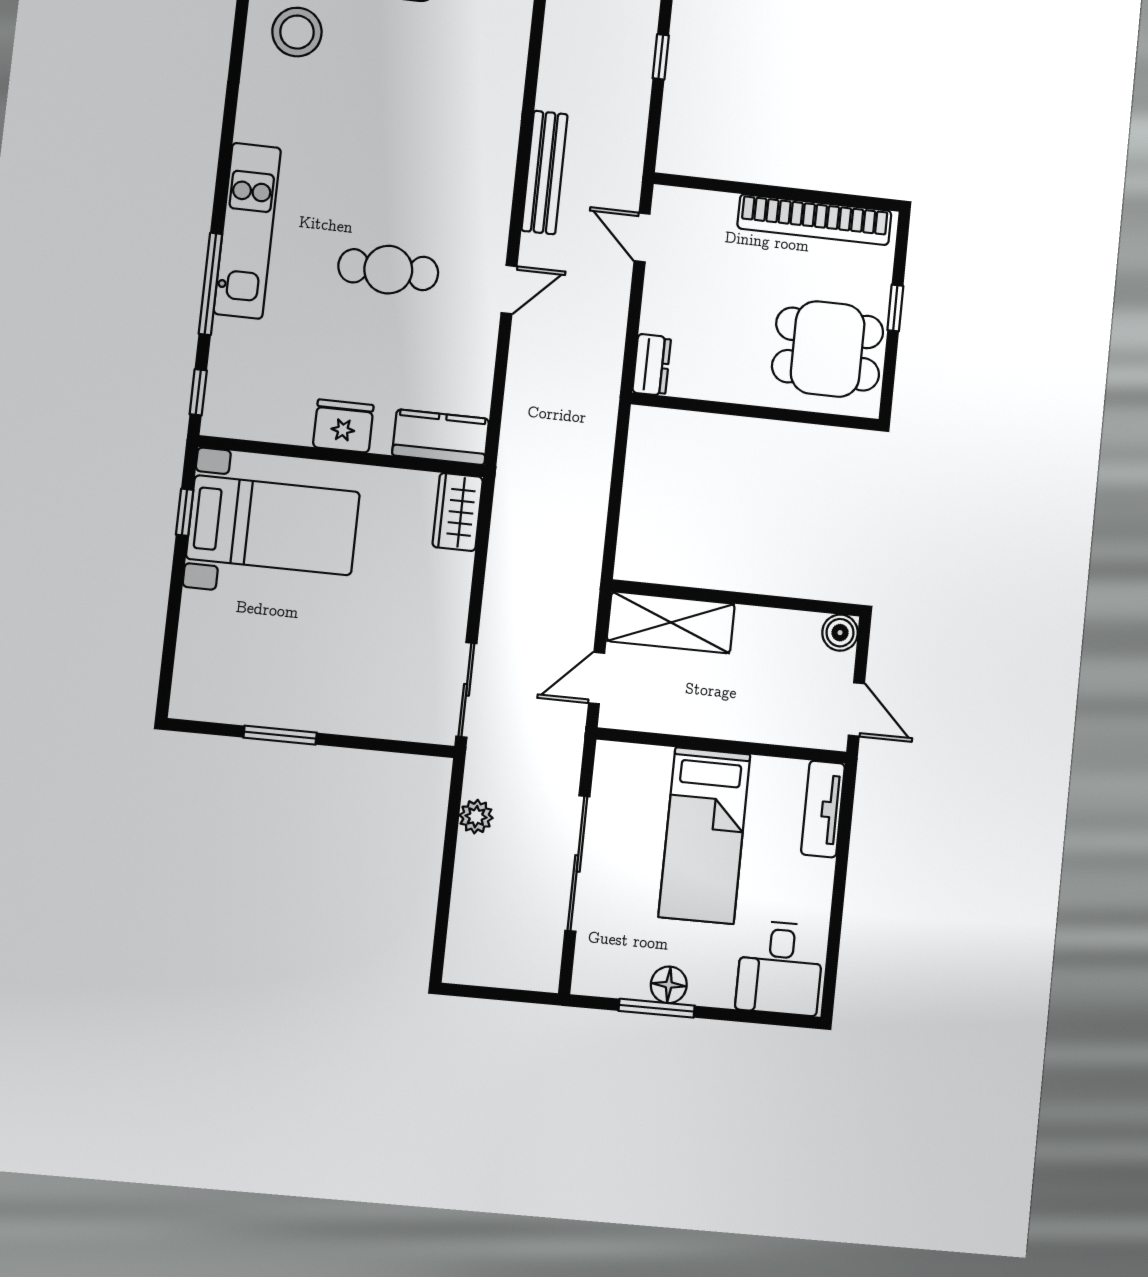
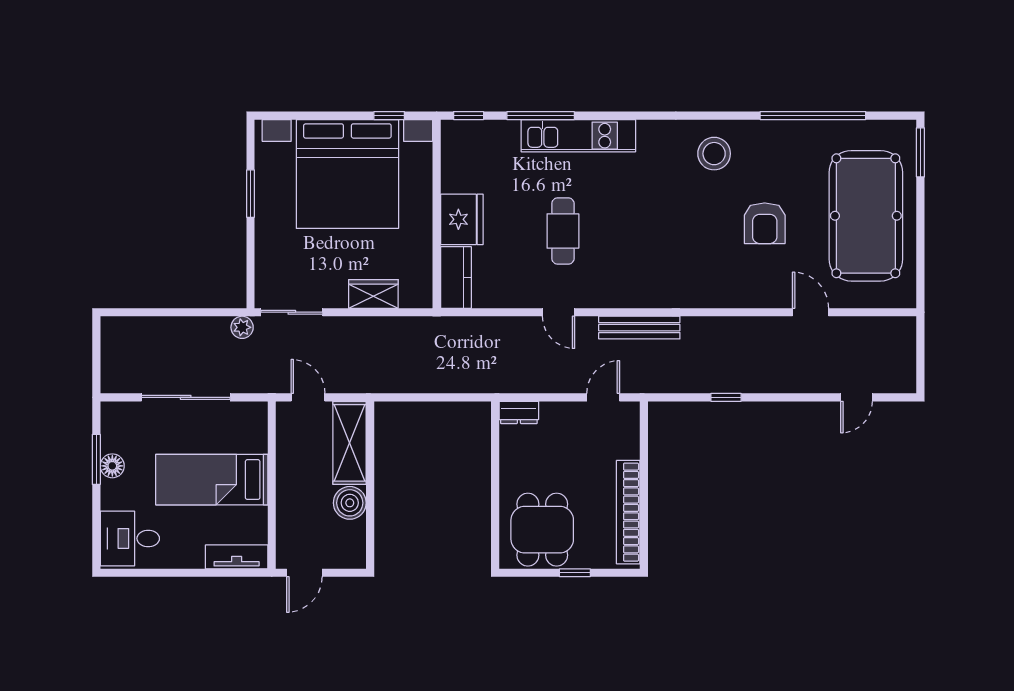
fridge: (343, 426) -> (462, 219), width x1.36, depth x1.34
wardrobe: (458, 512) -> (373, 294), moved
bed with nightstands: (273, 525) -> (347, 174), width x1.85
boiler: (840, 633) -> (350, 503), moved, width x1.36, depth x1.36
plant: (476, 817) -> (242, 327), moved

